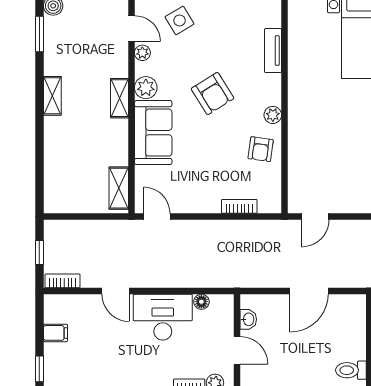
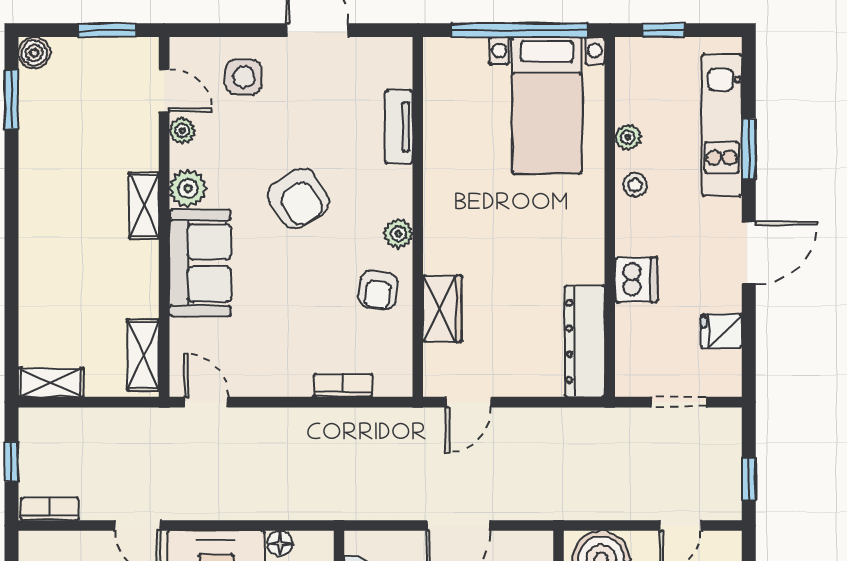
side table: (180, 20) -> (244, 77), turned 31
shelving: (52, 96) -> (51, 382), moved, turned 90
wardrobe: (299, 160) -> (442, 309), added

